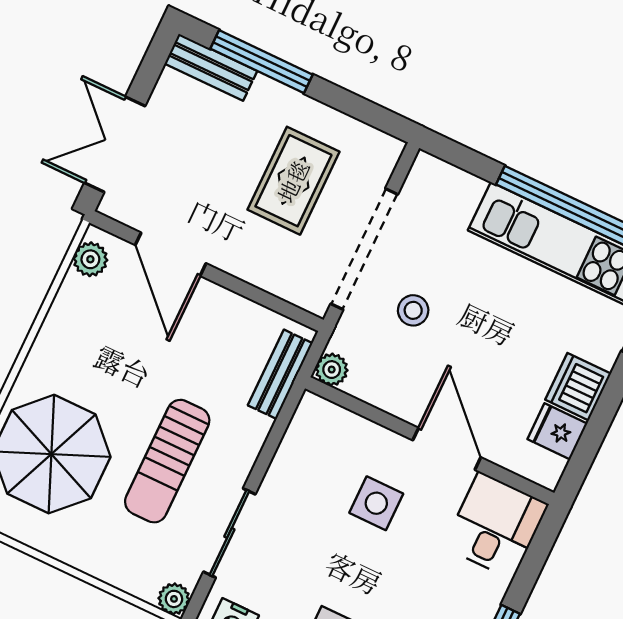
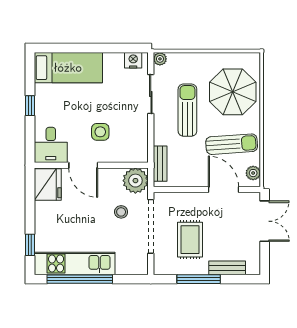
window: (262, 62) -> (199, 279), moved
bench: (211, 67) -> (227, 268), moved
sun lounger: (107, 343) -> (232, 144), added
plant: (332, 370) -> (135, 181), width x1.88, depth x1.88
dishwasher: (578, 387) -> (45, 213), removed
fridge: (557, 431) -> (48, 184), width x1.88, depth x1.34

